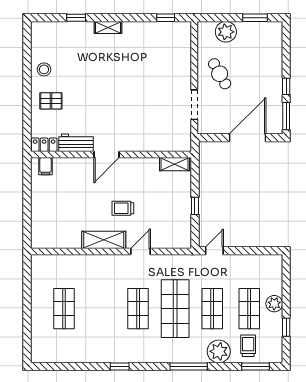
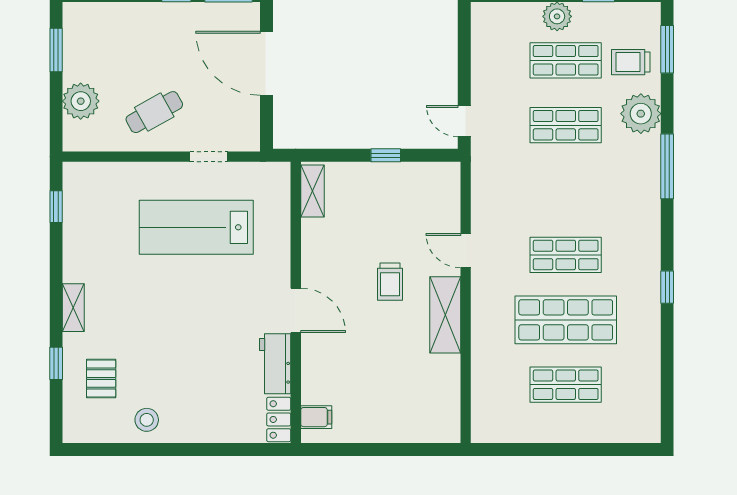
lab bench: (154, 98) -> (196, 227), added
pallet: (51, 101) -> (101, 378), moved
doorway: (194, 105) -> (209, 157), width x0.73
shop shelf: (175, 309) -> (566, 320), moved

